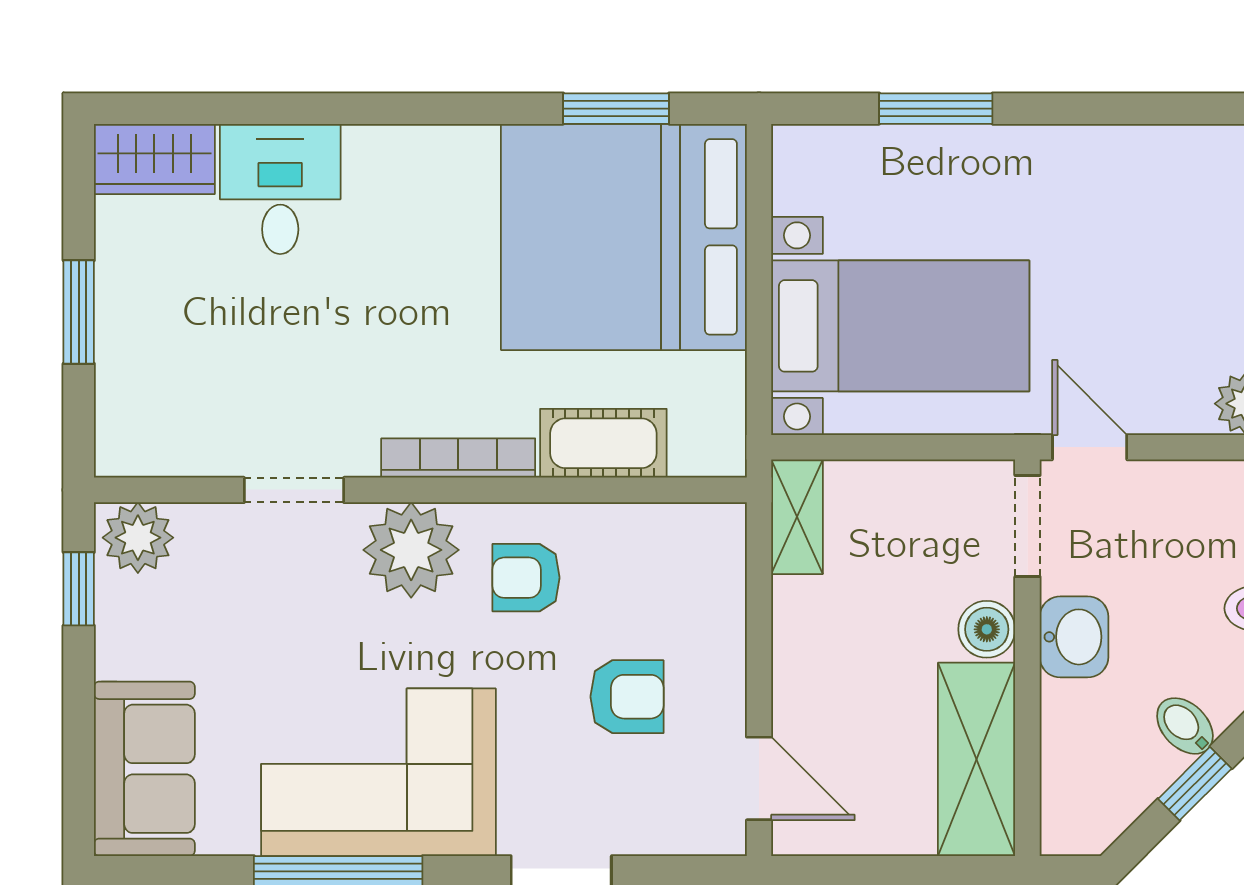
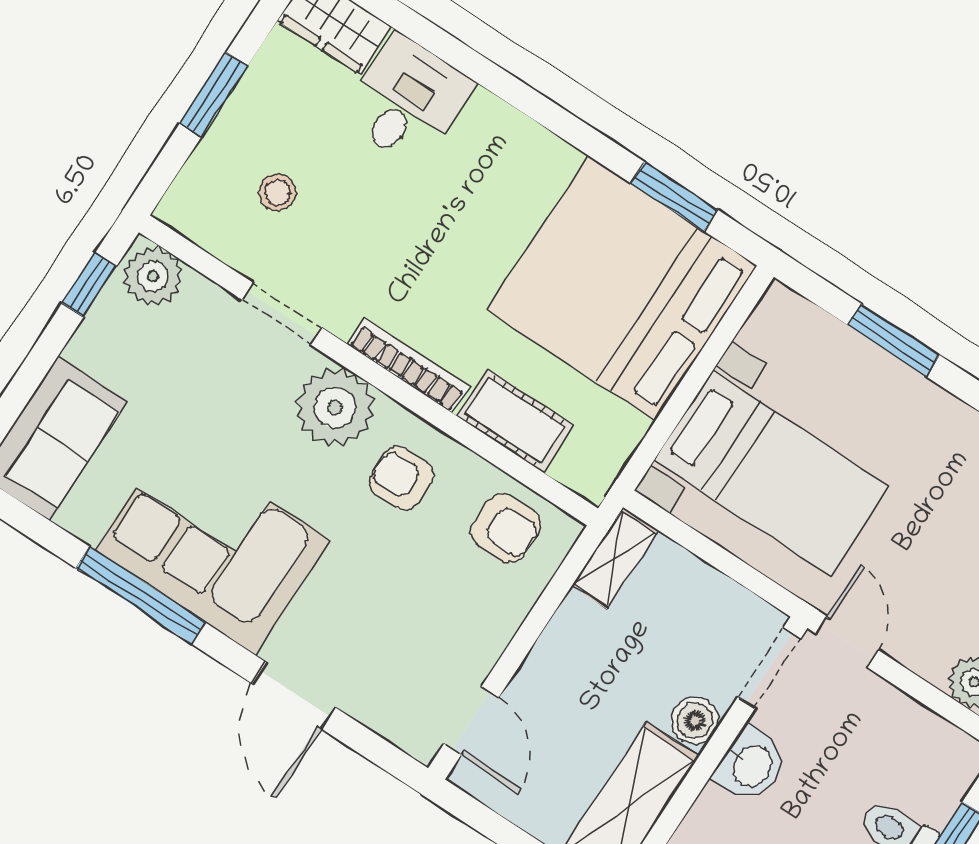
stool: (209, 369) -> (278, 192), added
armchair: (627, 697) -> (506, 528), moved

